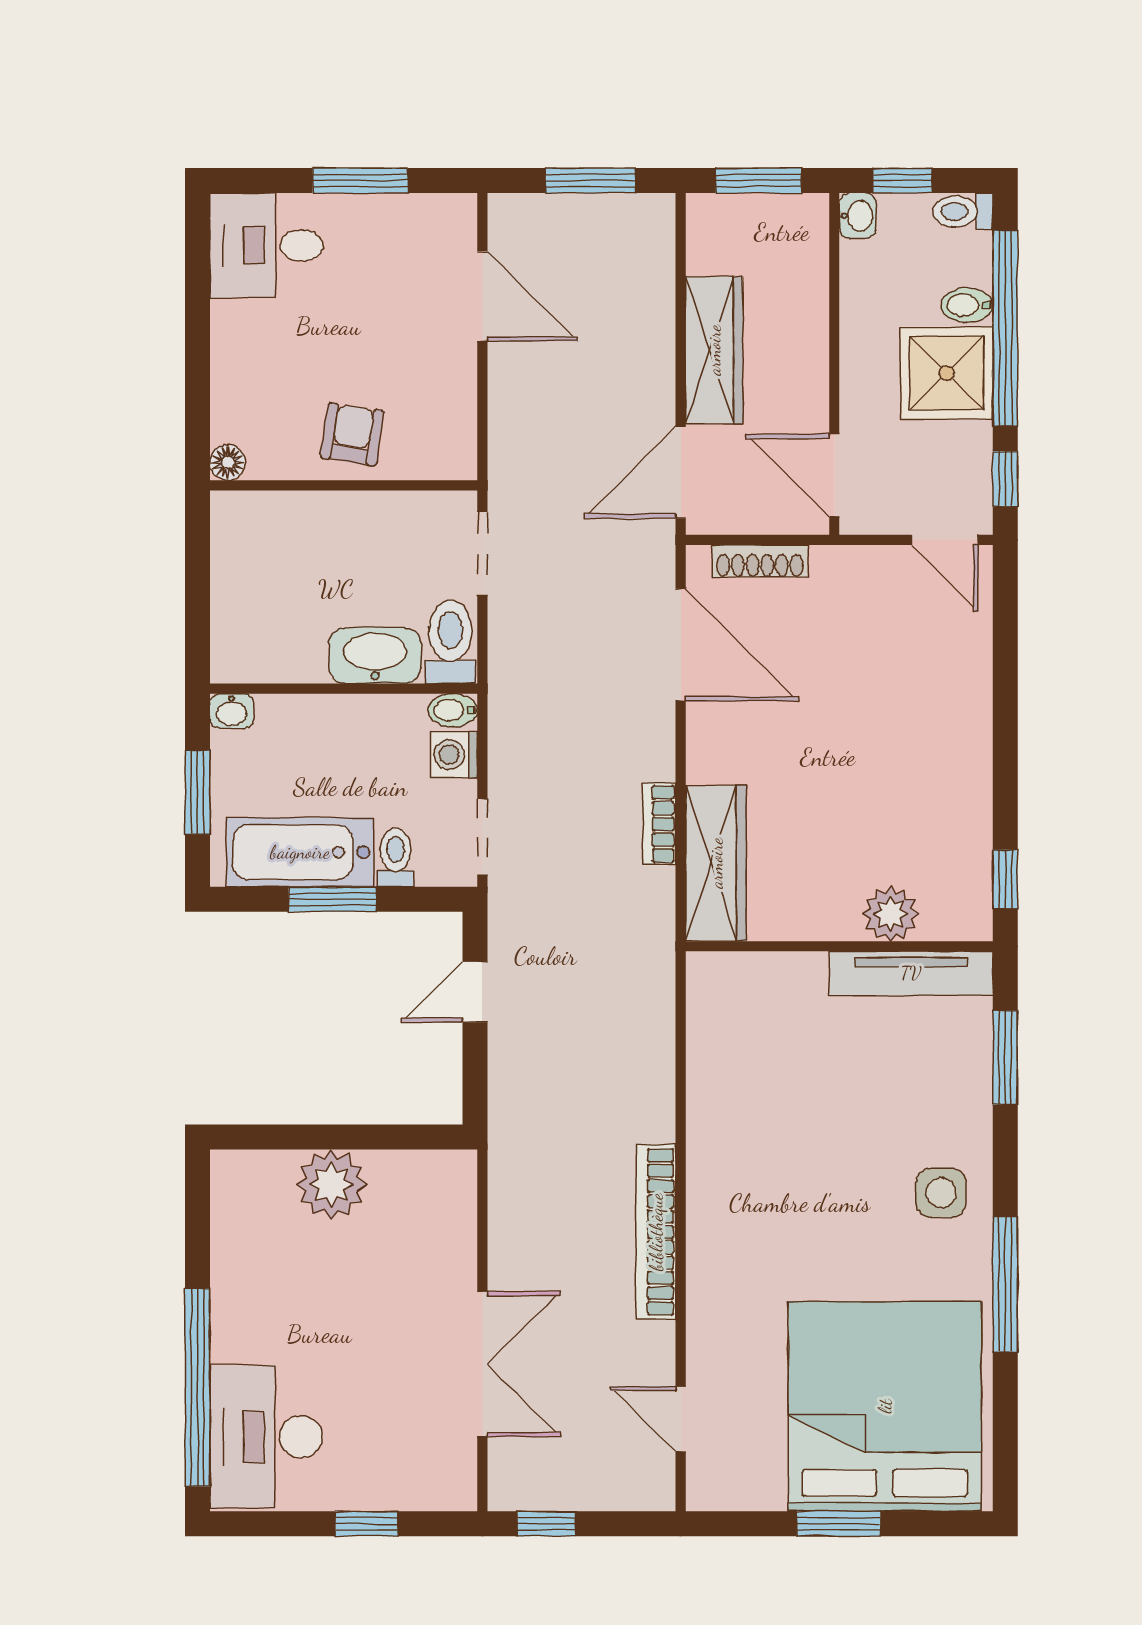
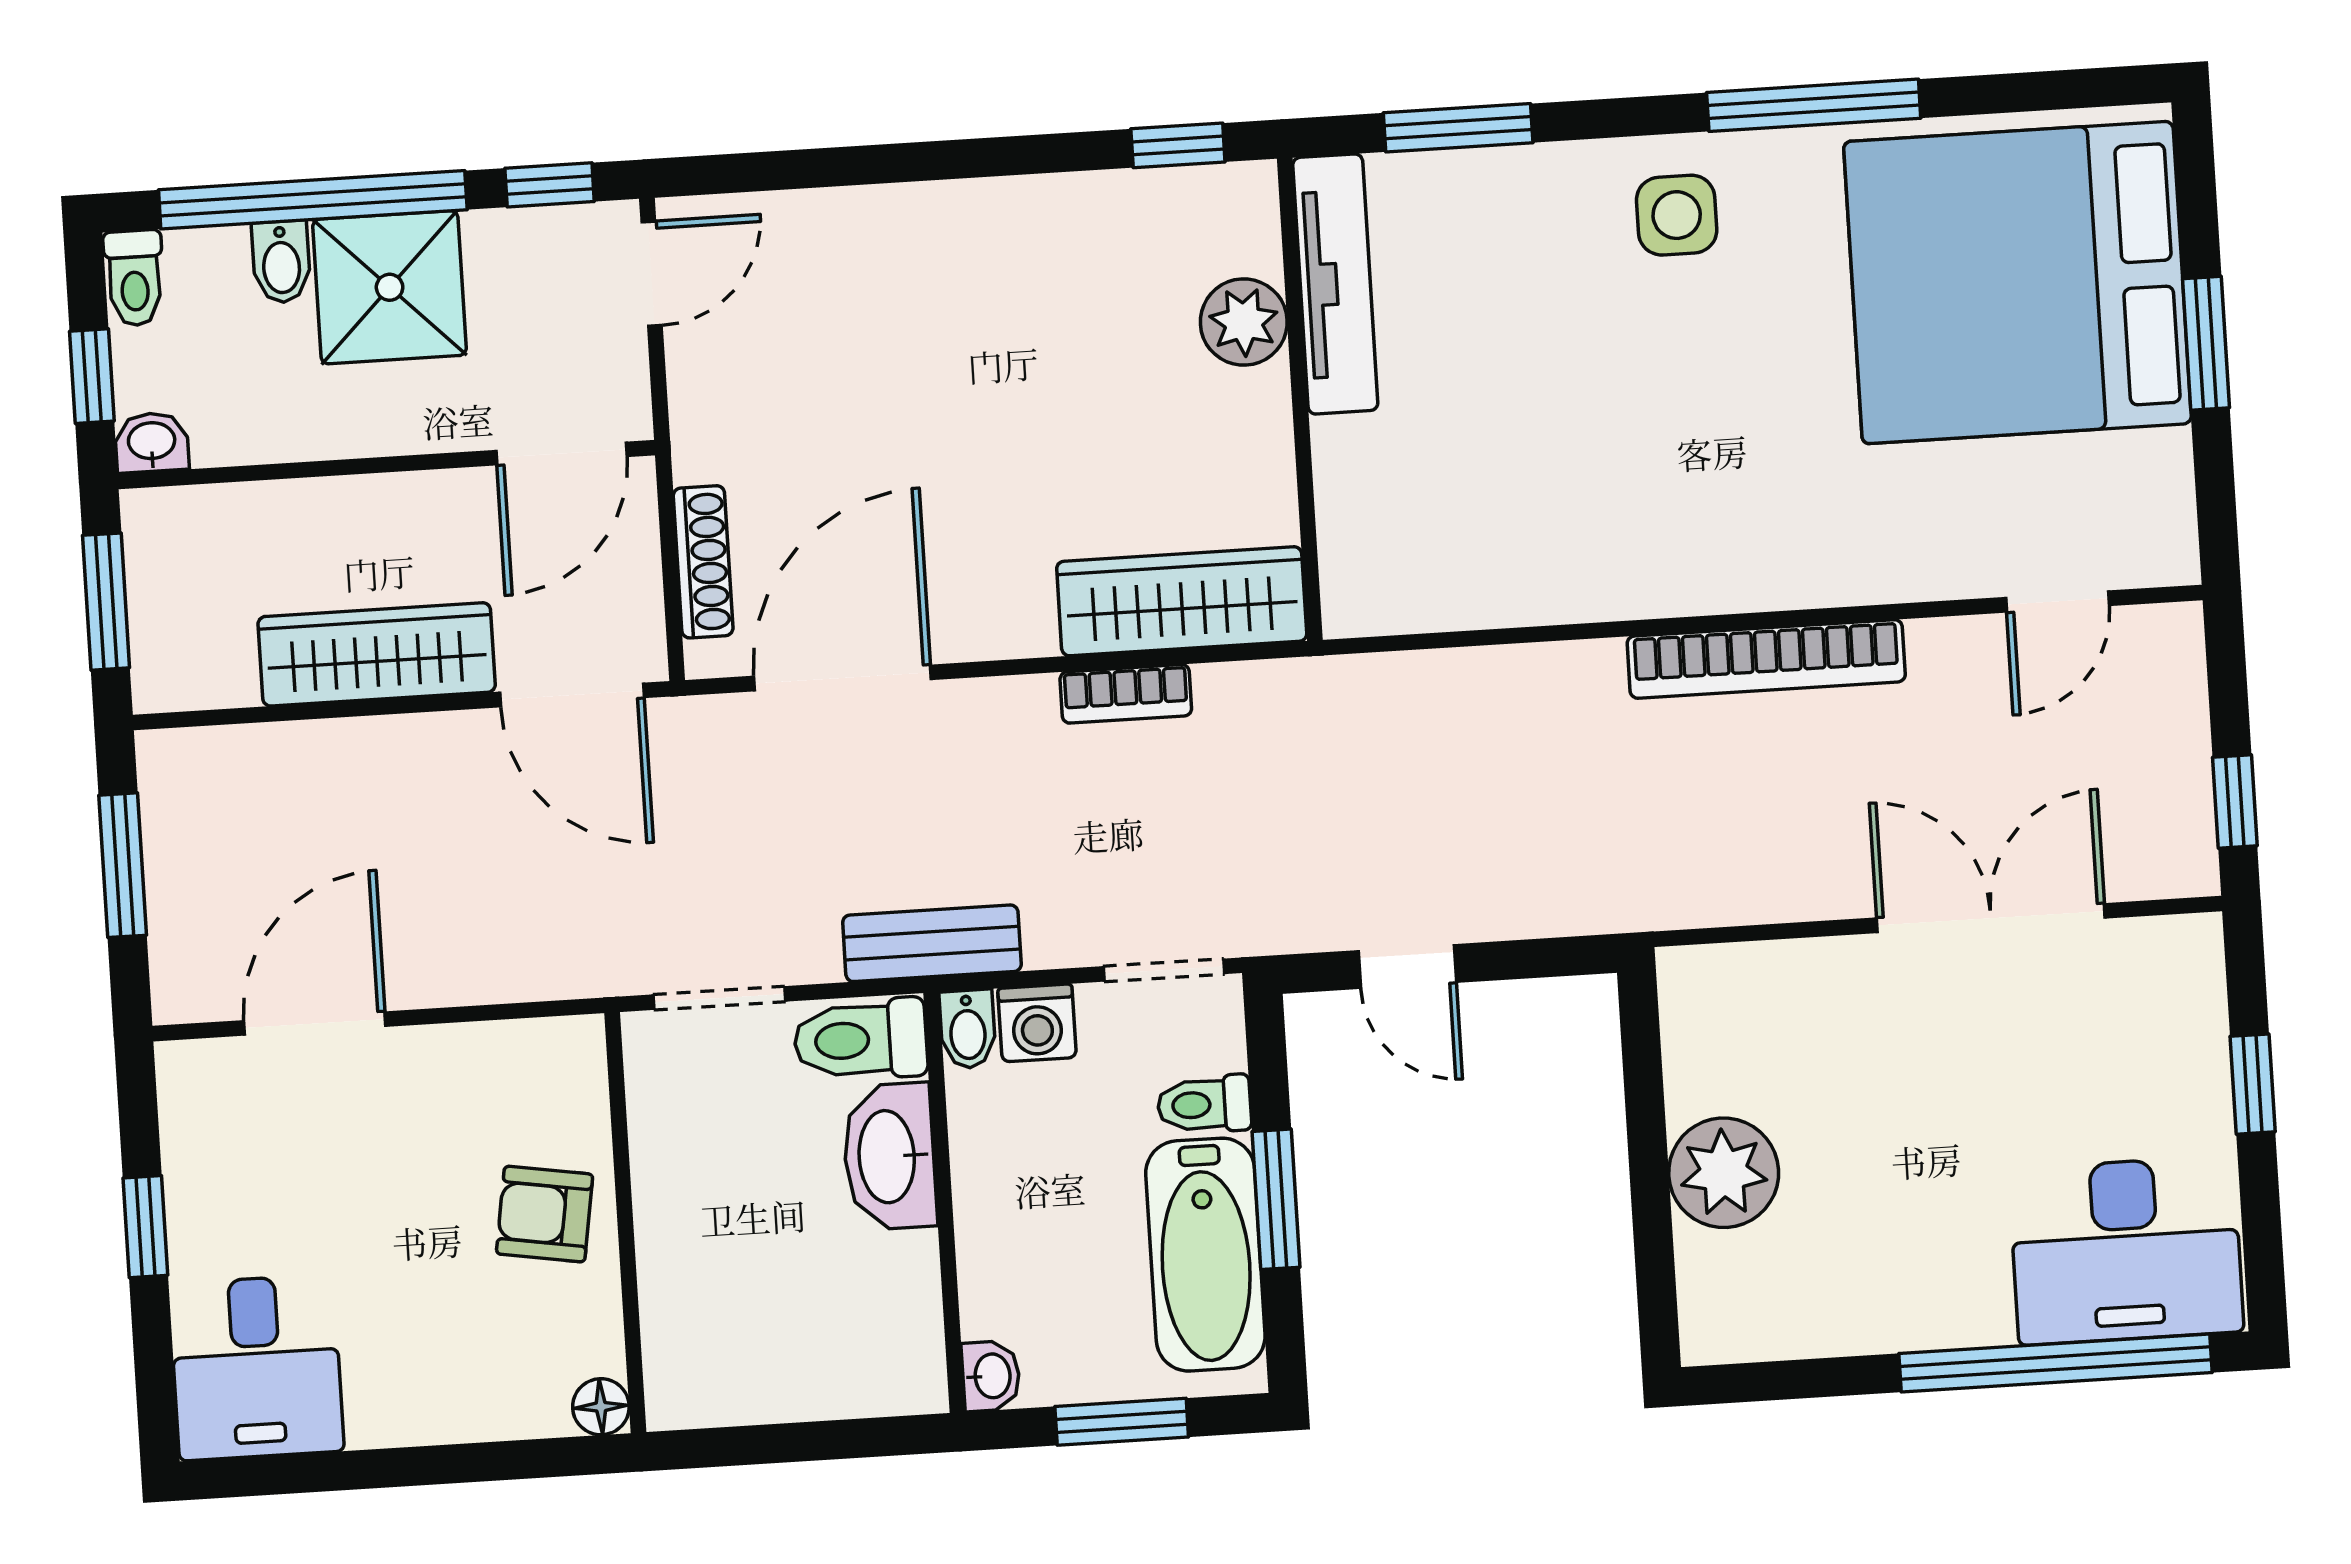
window: (360, 181) -> (145, 1227), width x0.67
bench: (509, 691) -> (932, 943), added

